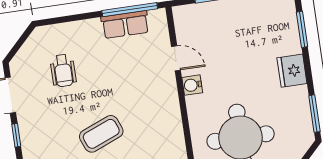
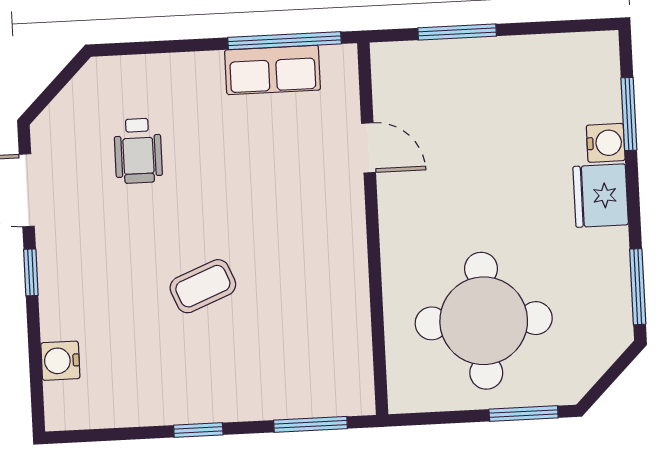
water cooler: (192, 85) -> (606, 143), moved, turned 180
coffee table: (101, 134) -> (203, 286), width x0.73, depth x0.77

